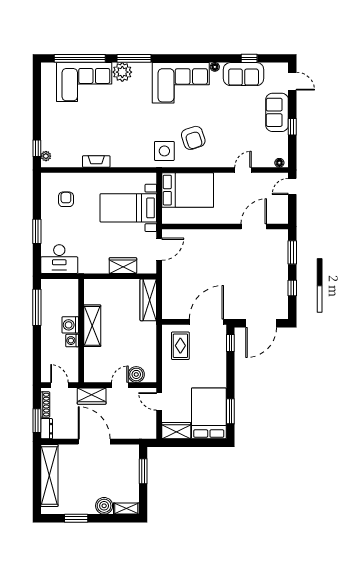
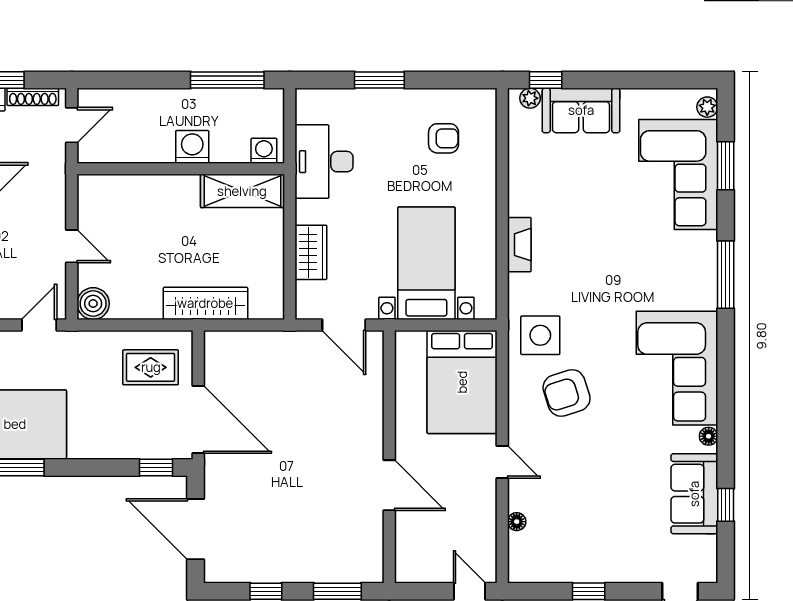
window: (80, 58) -> (726, 166), width x0.47
plant: (122, 72) -> (707, 107), moved, width x0.53, depth x0.53
sofa: (277, 112) -> (581, 110), moved, turned 180
fireplace: (96, 161) -> (519, 245), moved
floor lamp: (279, 163) -> (517, 522), moved
door: (243, 170) -> (502, 462), moved
door: (254, 226) -> (389, 485), moved
desk: (59, 259) -> (324, 162), moved
wardrobe: (148, 300) -> (205, 303), moved
shelving: (92, 326) -> (242, 191), moved
washing machine: (72, 341) -> (264, 151), moved
boiler: (136, 374) -> (93, 304), moved
wardrobe: (92, 396) -> (50, 190), removed

